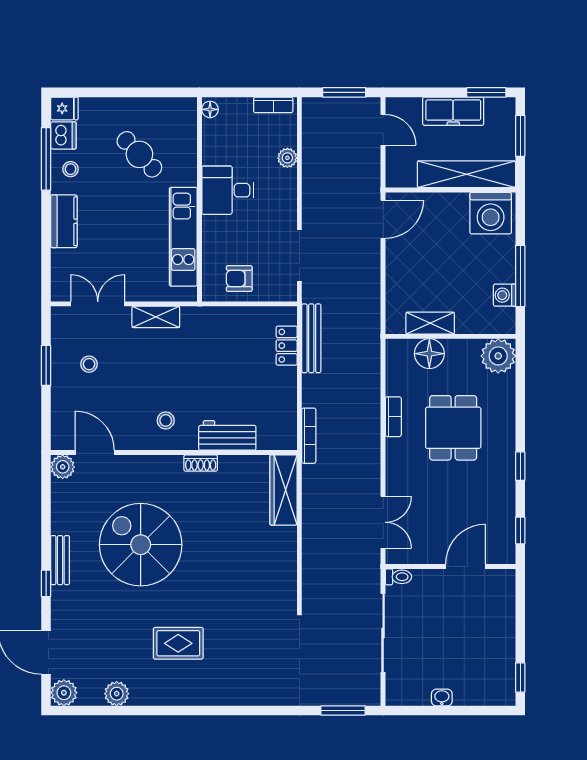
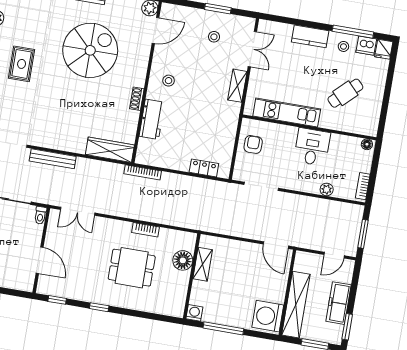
washing machine: (504, 295) -> (194, 313), moved
bench: (311, 338) -> (53, 159), moved
plant: (498, 356) -> (174, 305), removed

